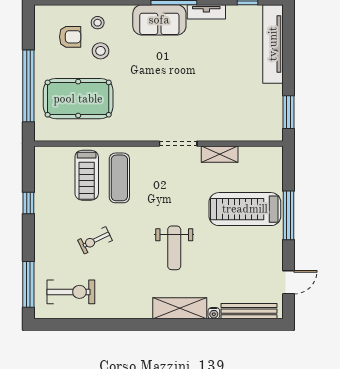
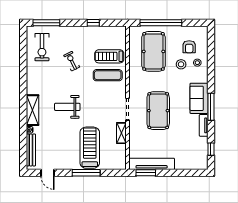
tv unit: (273, 44) -> (152, 164), moved
pool table: (181, 90) -> (158, 111), added

